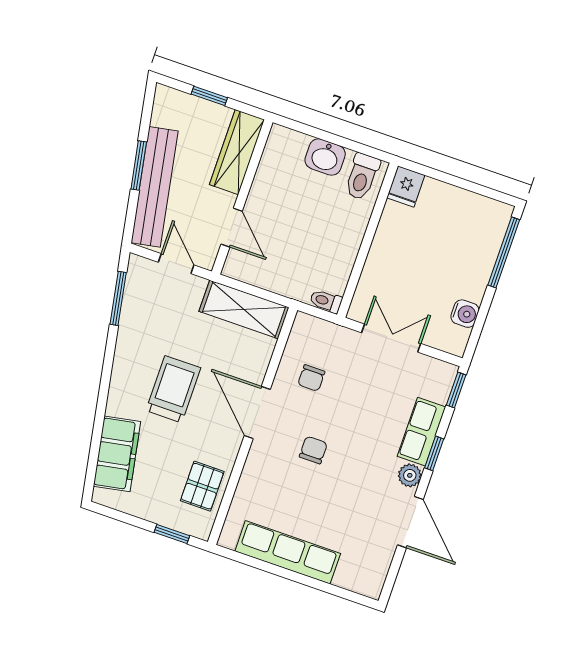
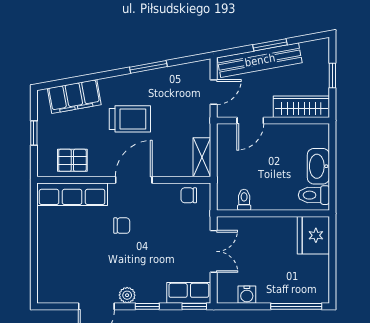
washbasin: (325, 157) -> (318, 166), width x1.38
fridge: (406, 186) -> (313, 235), width x1.88, depth x1.34
window: (118, 298) -> (148, 67), moved
toilet: (326, 301) -> (244, 200), moved
shelving: (244, 309) -> (202, 157), width x0.67, depth x0.75
chair: (311, 378) -> (189, 195), moved
row of seats: (421, 432) -> (189, 293), moved
window: (172, 534) -> (34, 133), moved
row of seats: (288, 552) -> (72, 194), moved, turned 90

